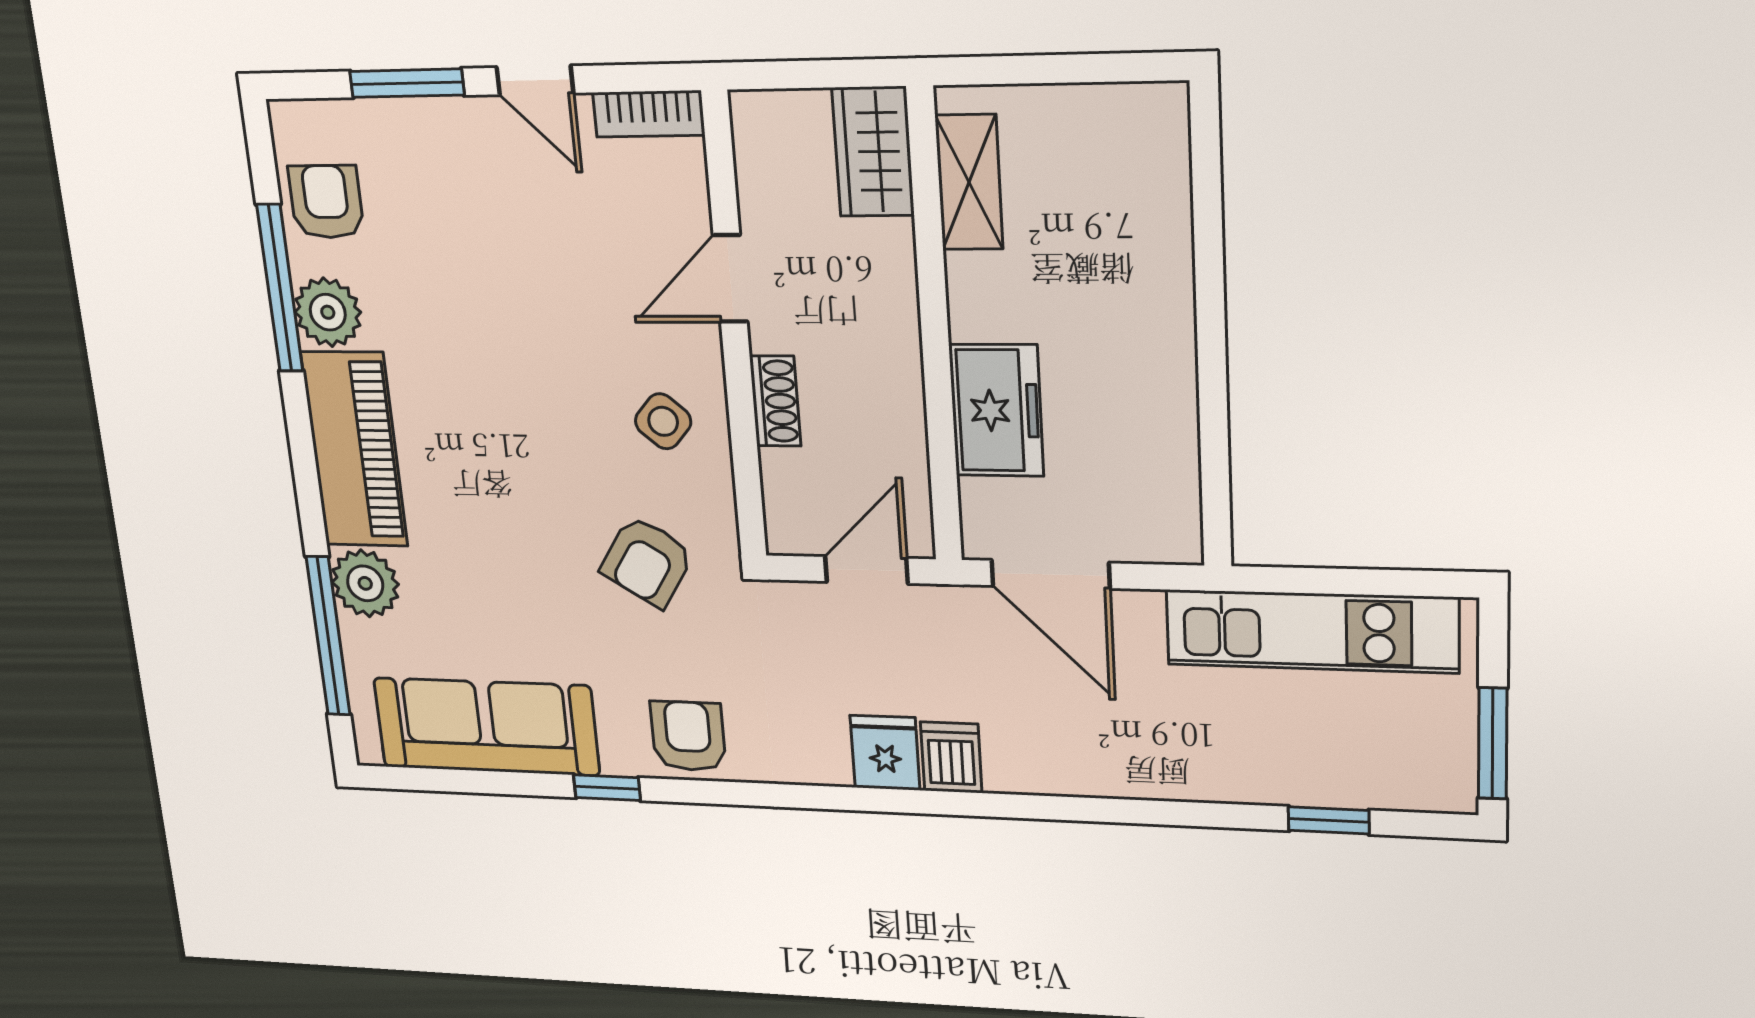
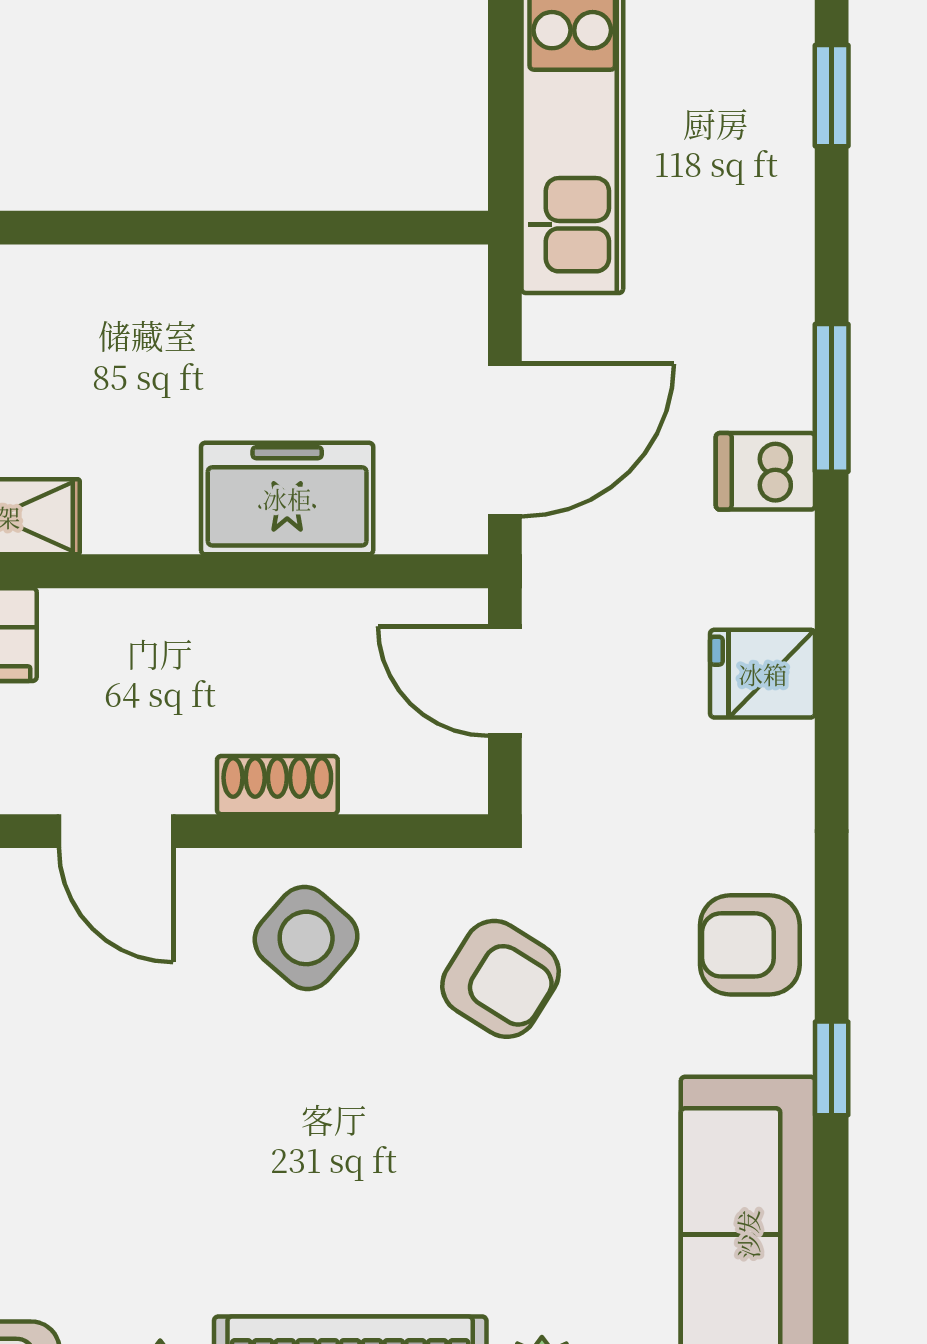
side table: (663, 421) -> (306, 938), width x1.37, depth x1.37
dishwasher: (951, 757) -> (765, 471), moved
window: (1094, 810) -> (832, 398), added

